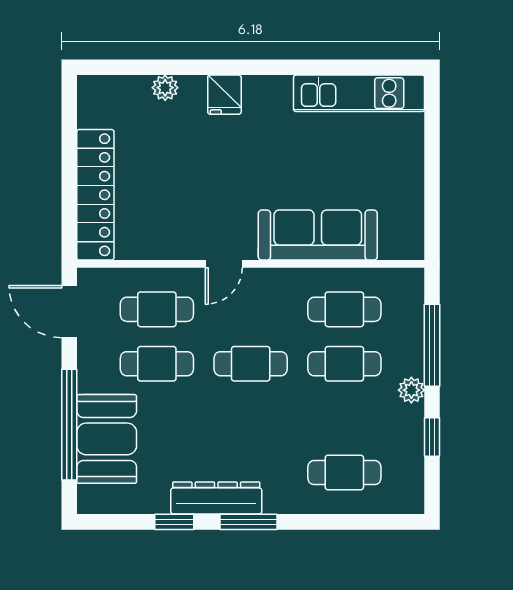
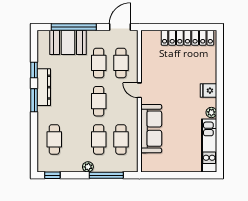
plant: (165, 88) -> (211, 113), moved
locker: (95, 195) -> (187, 38), moved
window: (432, 437) -> (52, 175), moved

